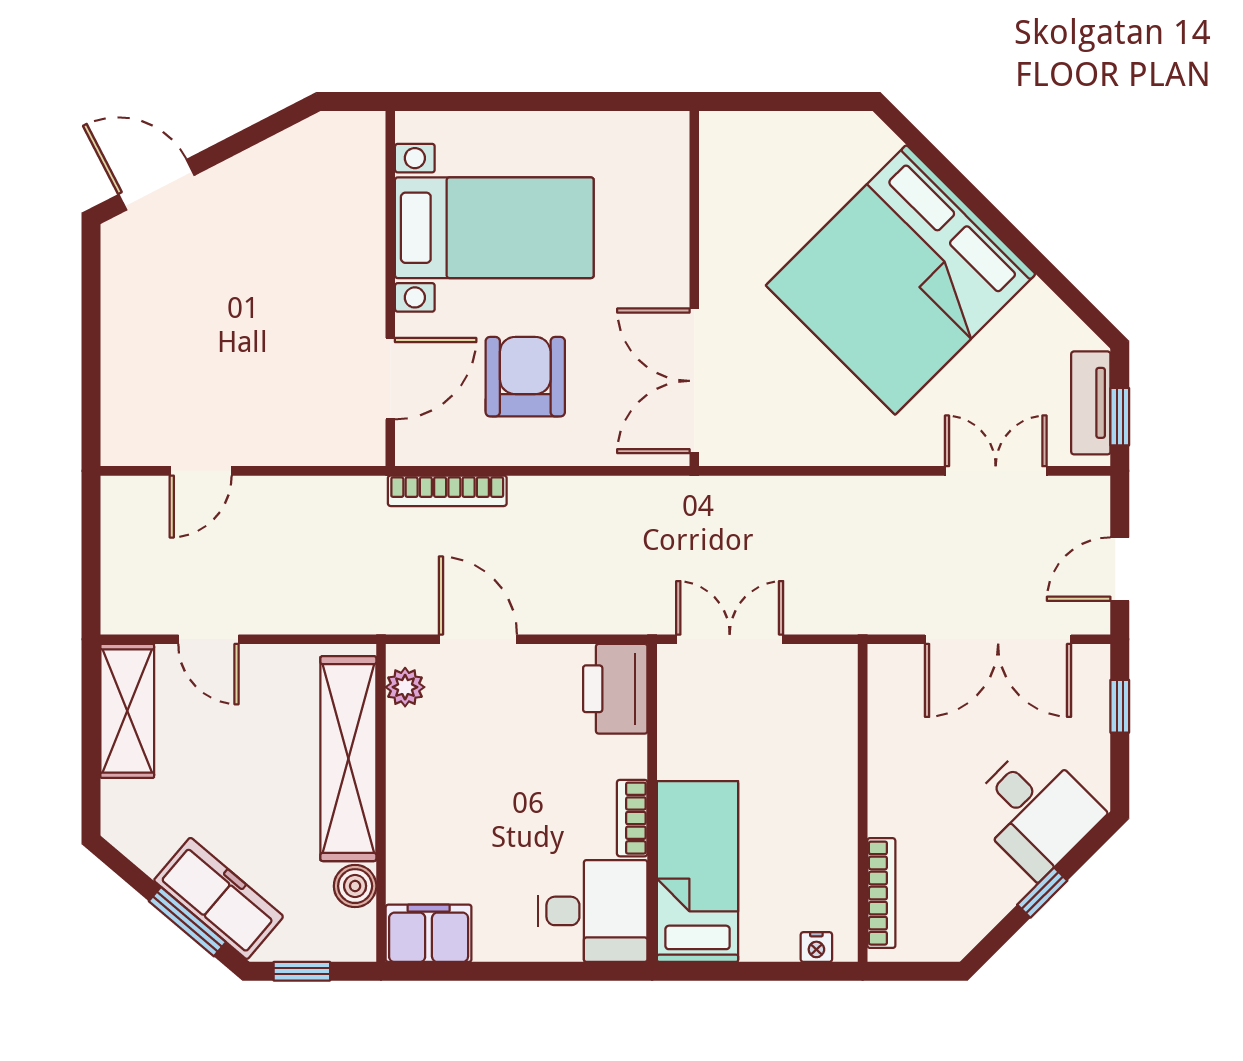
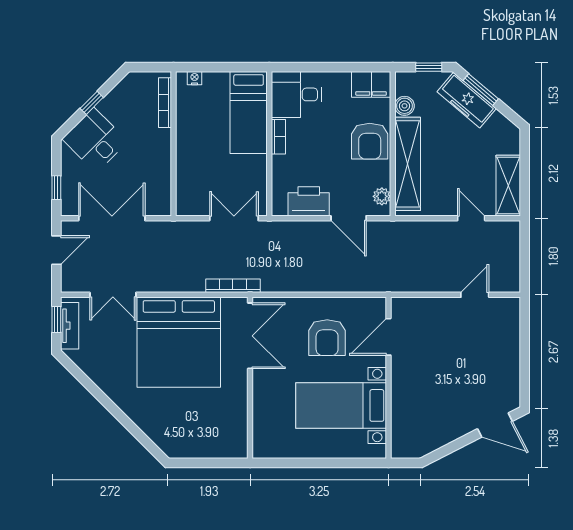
bed: (901, 280) -> (179, 342), moved, turned 135
bookcase: (447, 491) -> (233, 286), moved
double door: (730, 639) -> (234, 218), swing flipped
printer: (615, 689) -> (309, 201), moved, turned -90
armchair: (431, 808) -> (370, 141), added

